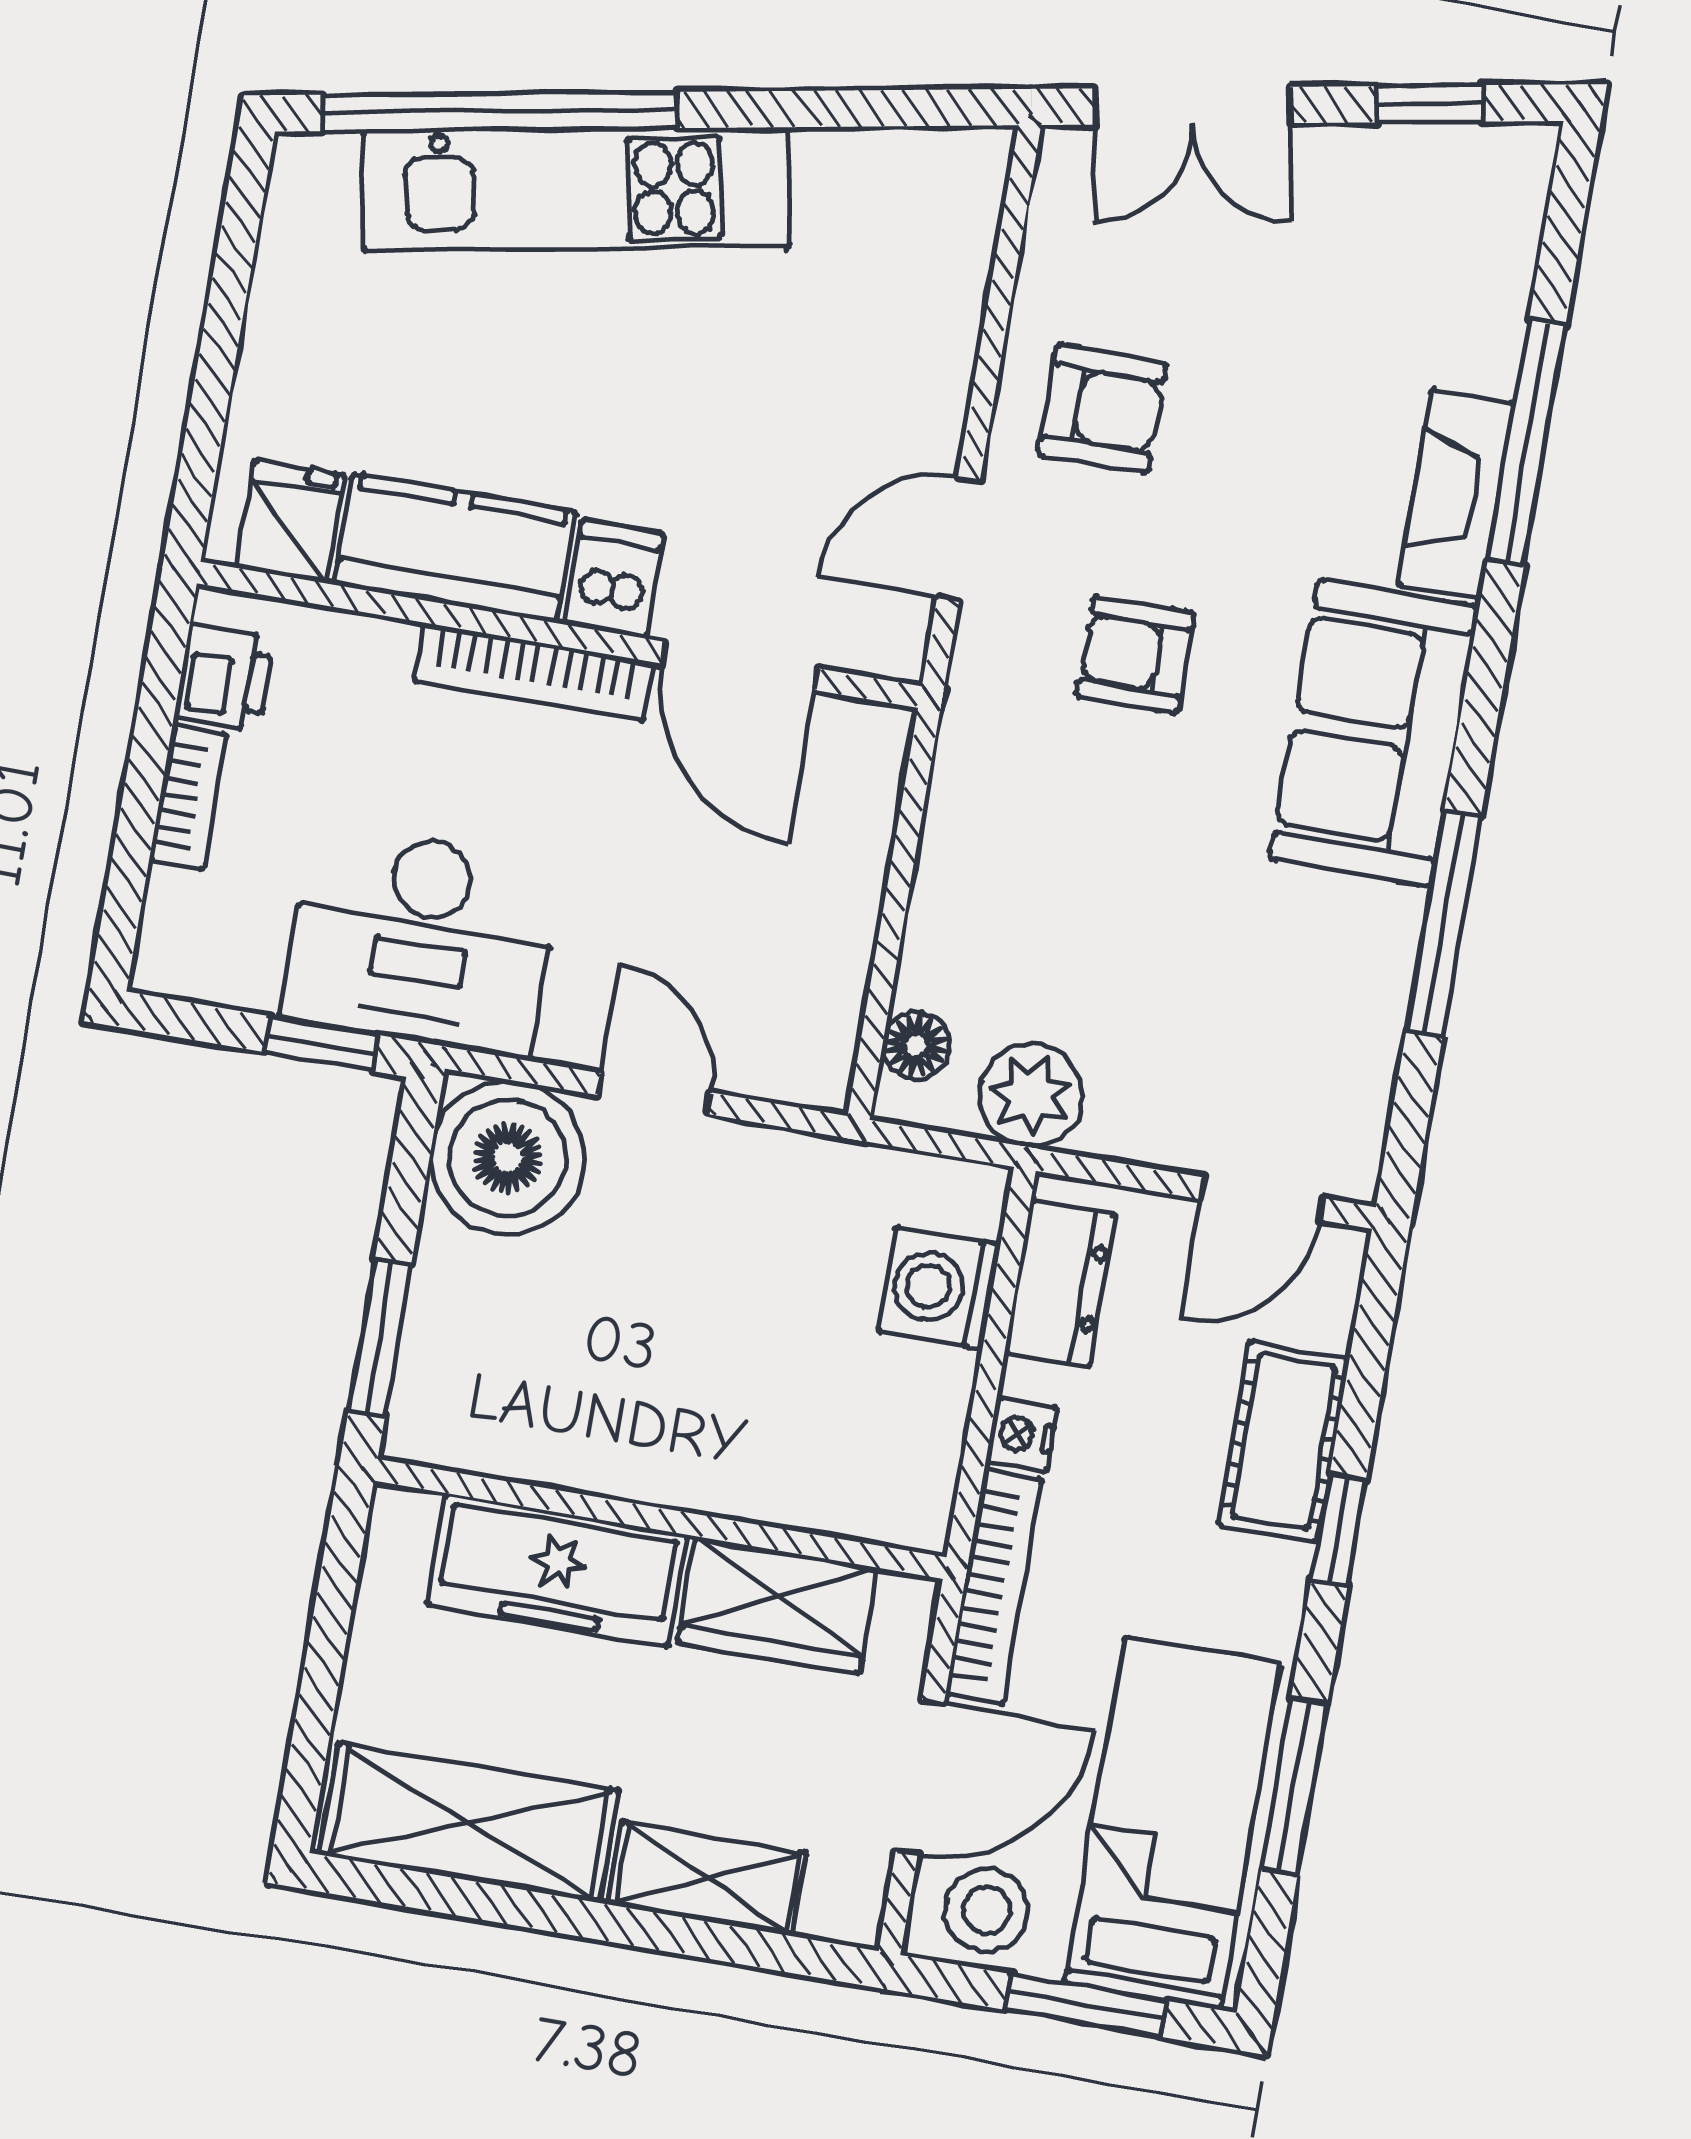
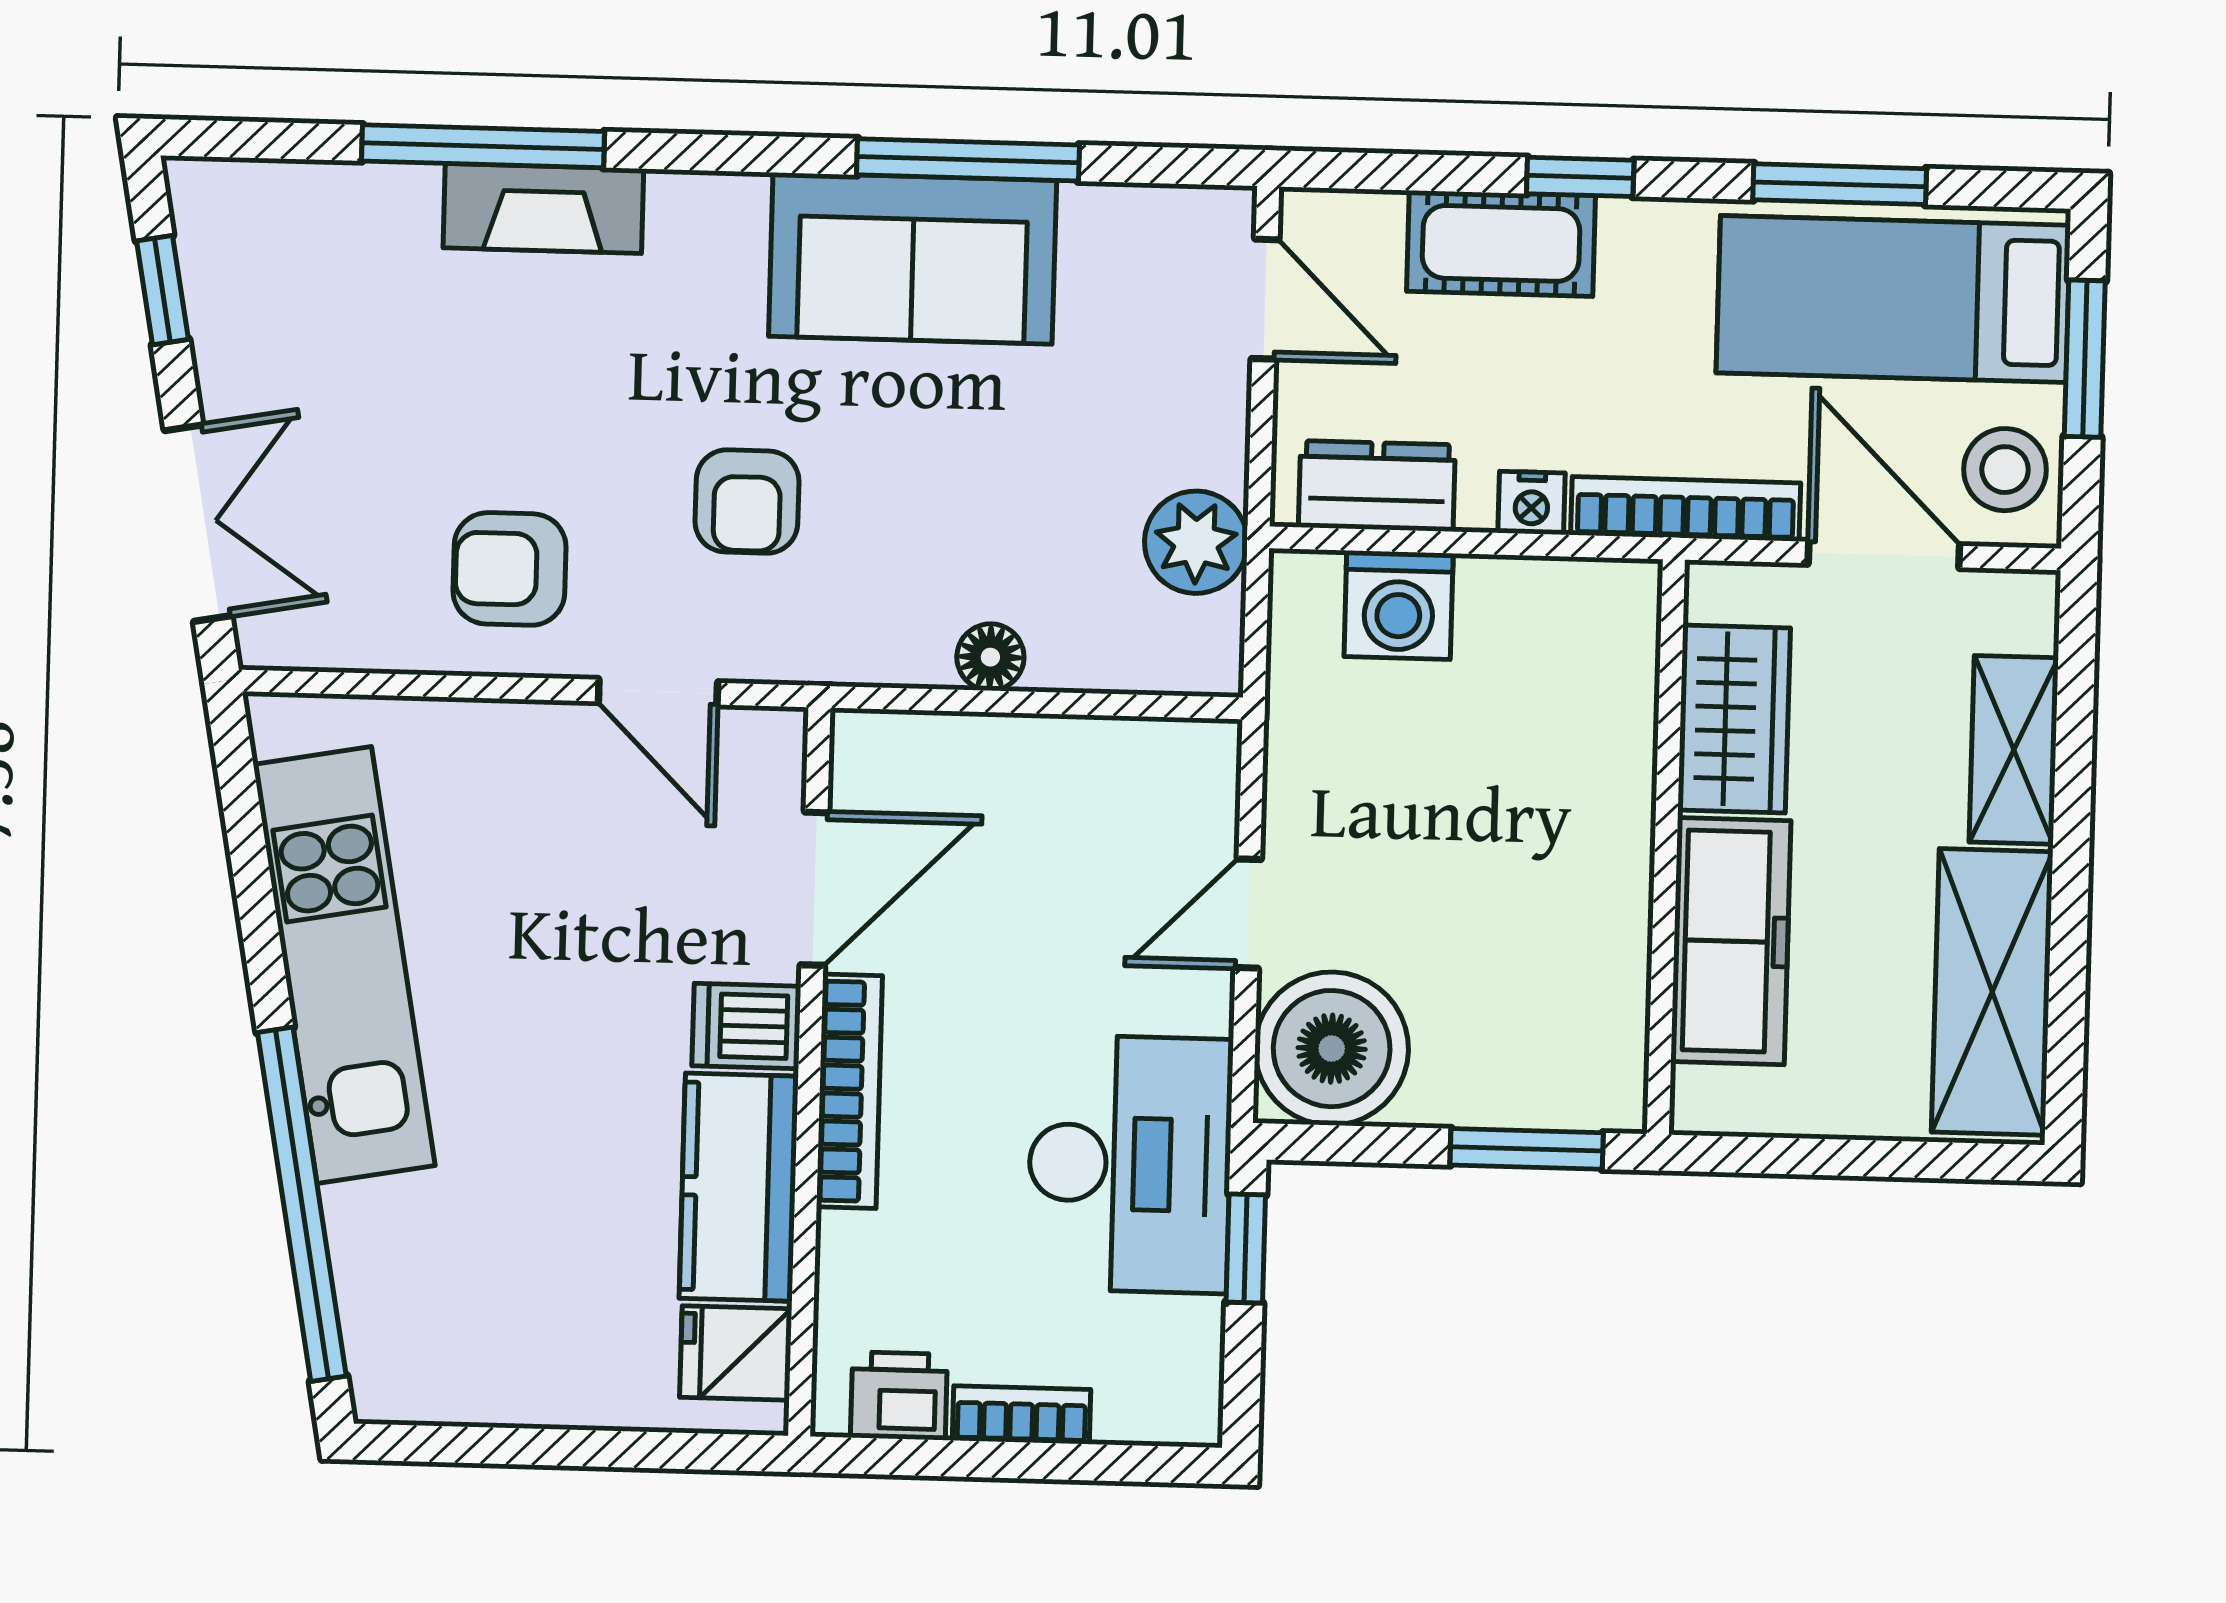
kitchen unit: (576, 189) -> (344, 965), moved
armchair: (1102, 409) -> (510, 569), turned -90
sofa: (1374, 733) -> (913, 258), moved
floor lamp: (916, 1046) -> (990, 657), moved

